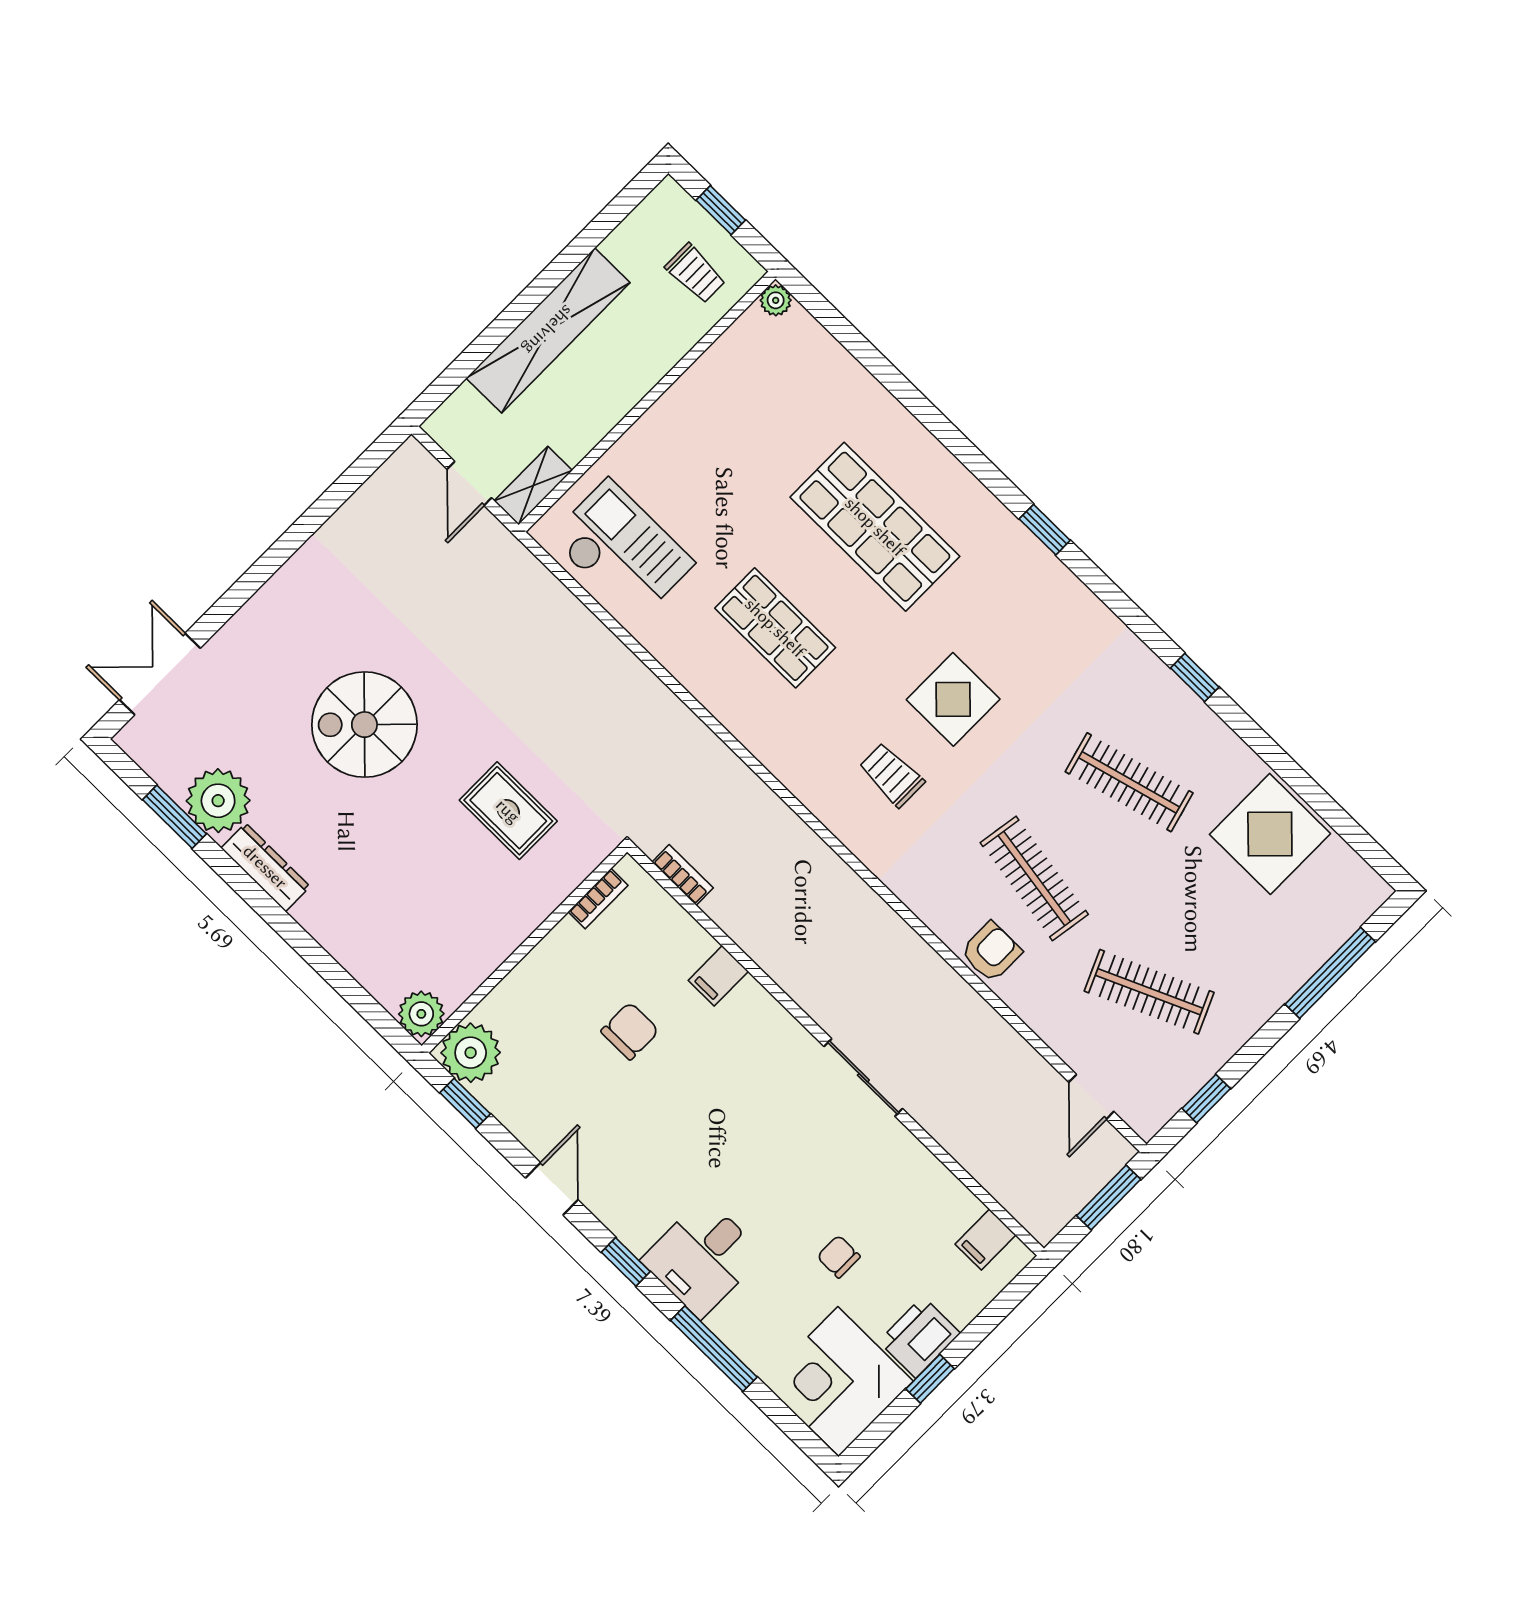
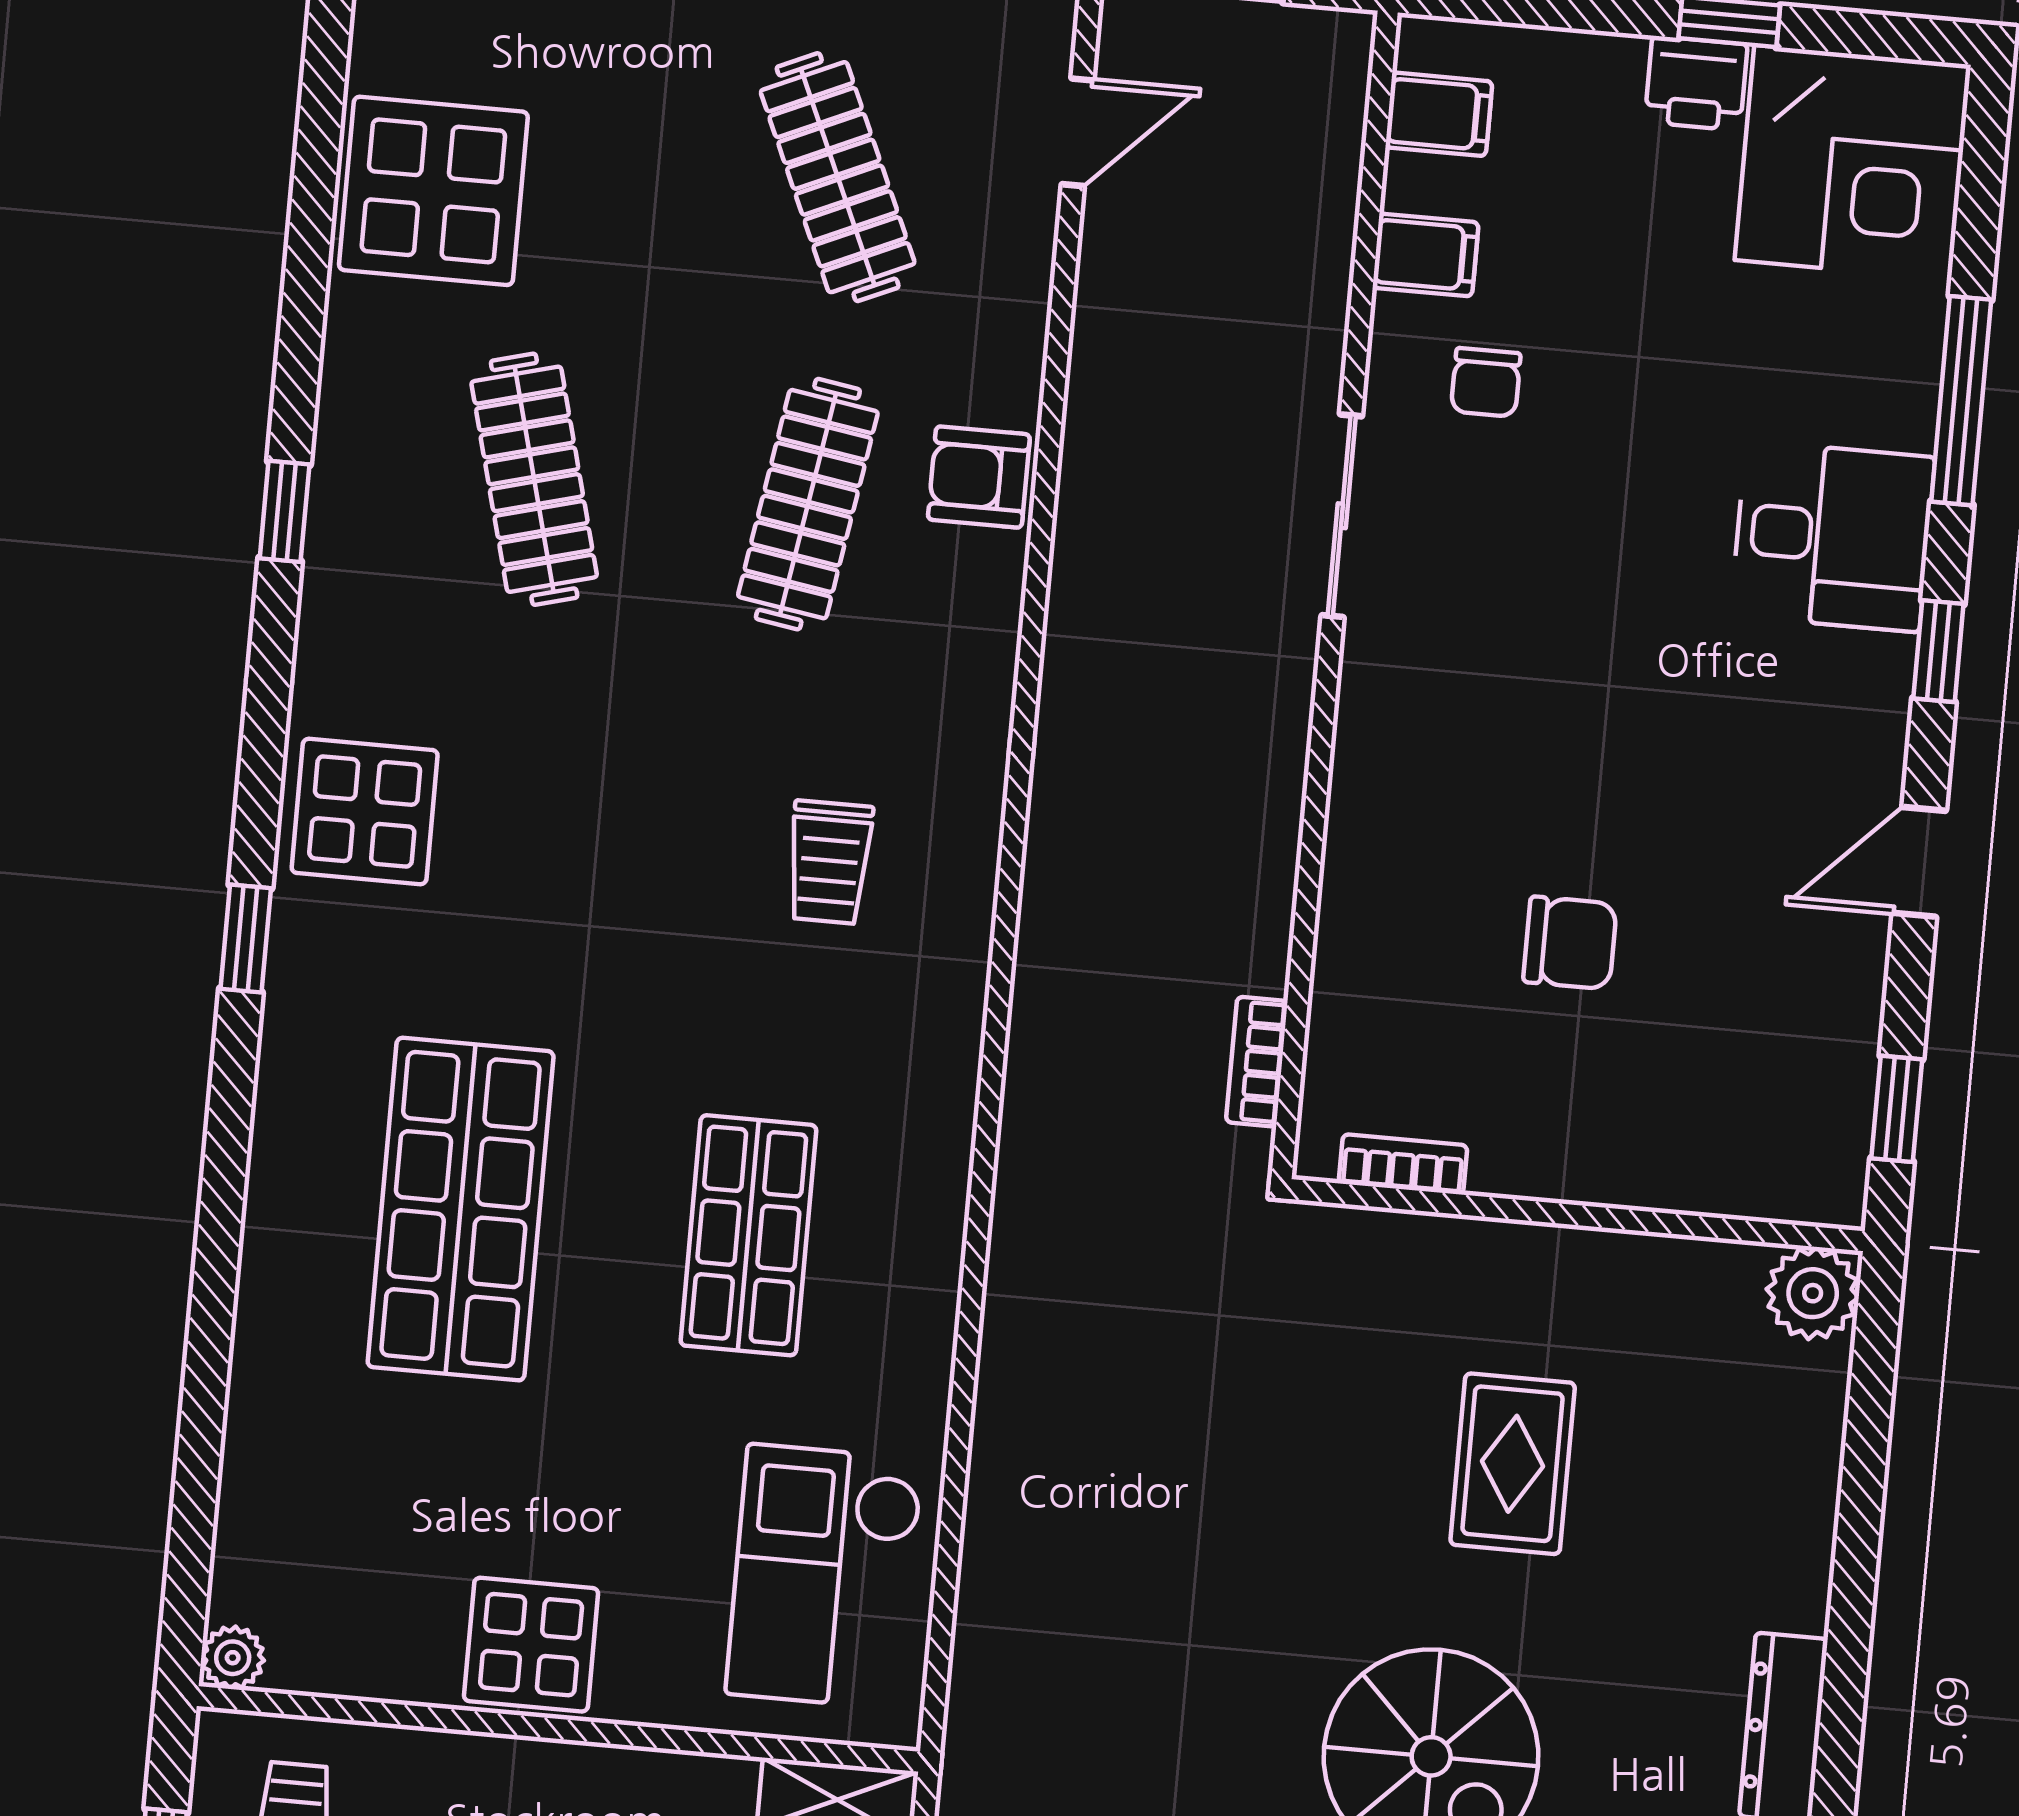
display table: (688, 418) -> (531, 1645), added
display table: (953, 699) -> (365, 811), moved
rug: (508, 811) -> (1513, 1464), moved
filing cabinet: (718, 976) -> (1426, 255), moved
chair: (630, 1031) -> (1570, 943), turned 180
plant: (471, 1053) -> (1810, 1166), removed
chair: (839, 1257) -> (1486, 382), moved
printer: (919, 1337) -> (1696, 83), width x0.73, depth x0.81

